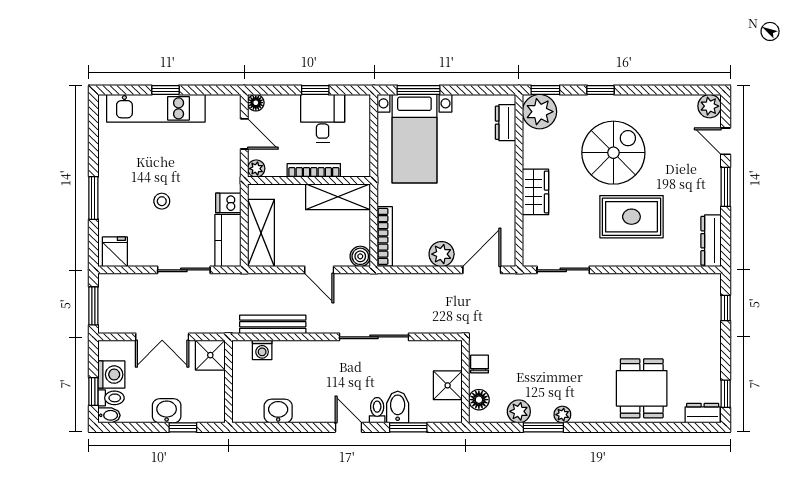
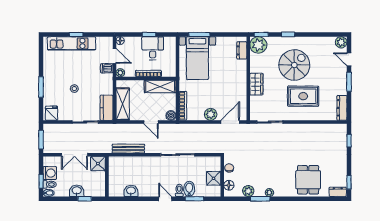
dishwasher: (228, 203) -> (107, 68), moved
washing machine: (262, 350) -> (123, 161), removed

